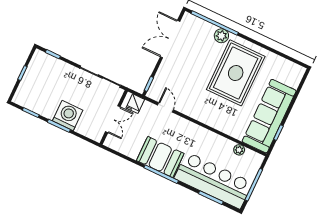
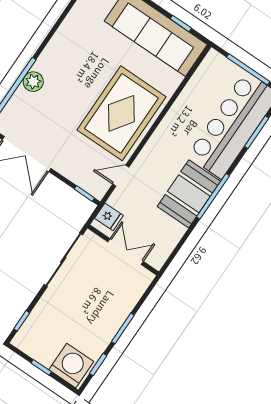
rug: (236, 73) -> (121, 113), moved, turned 90
washing machine: (68, 115) -> (71, 366), moved, turned 90
plant: (239, 150) -> (196, 82), removed

